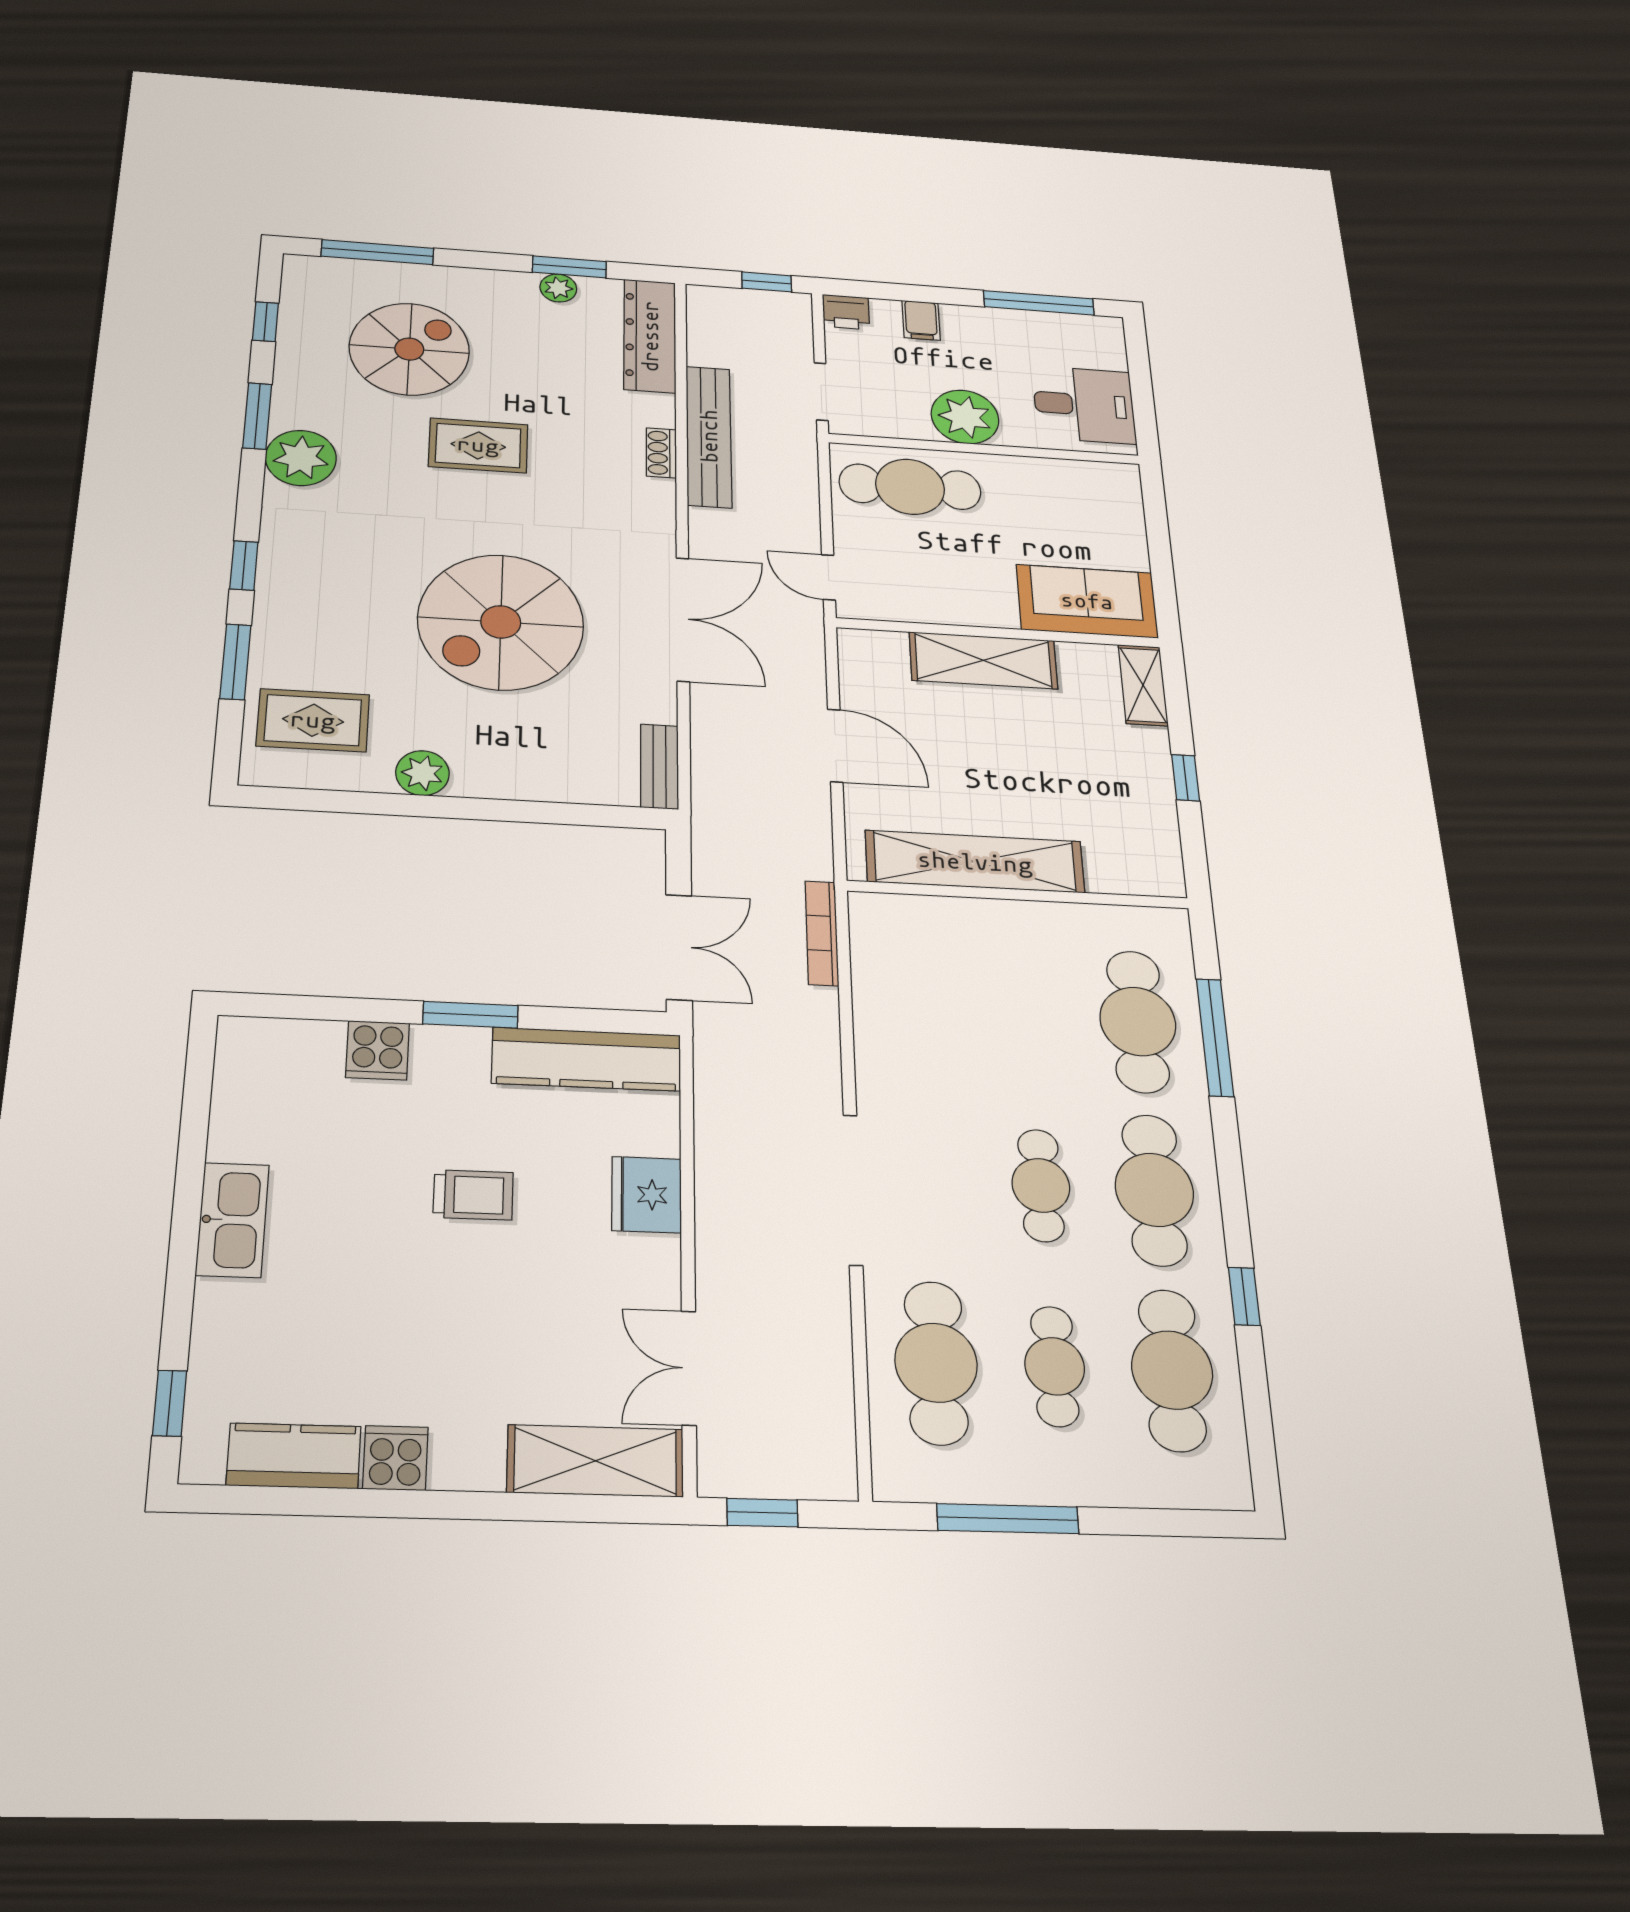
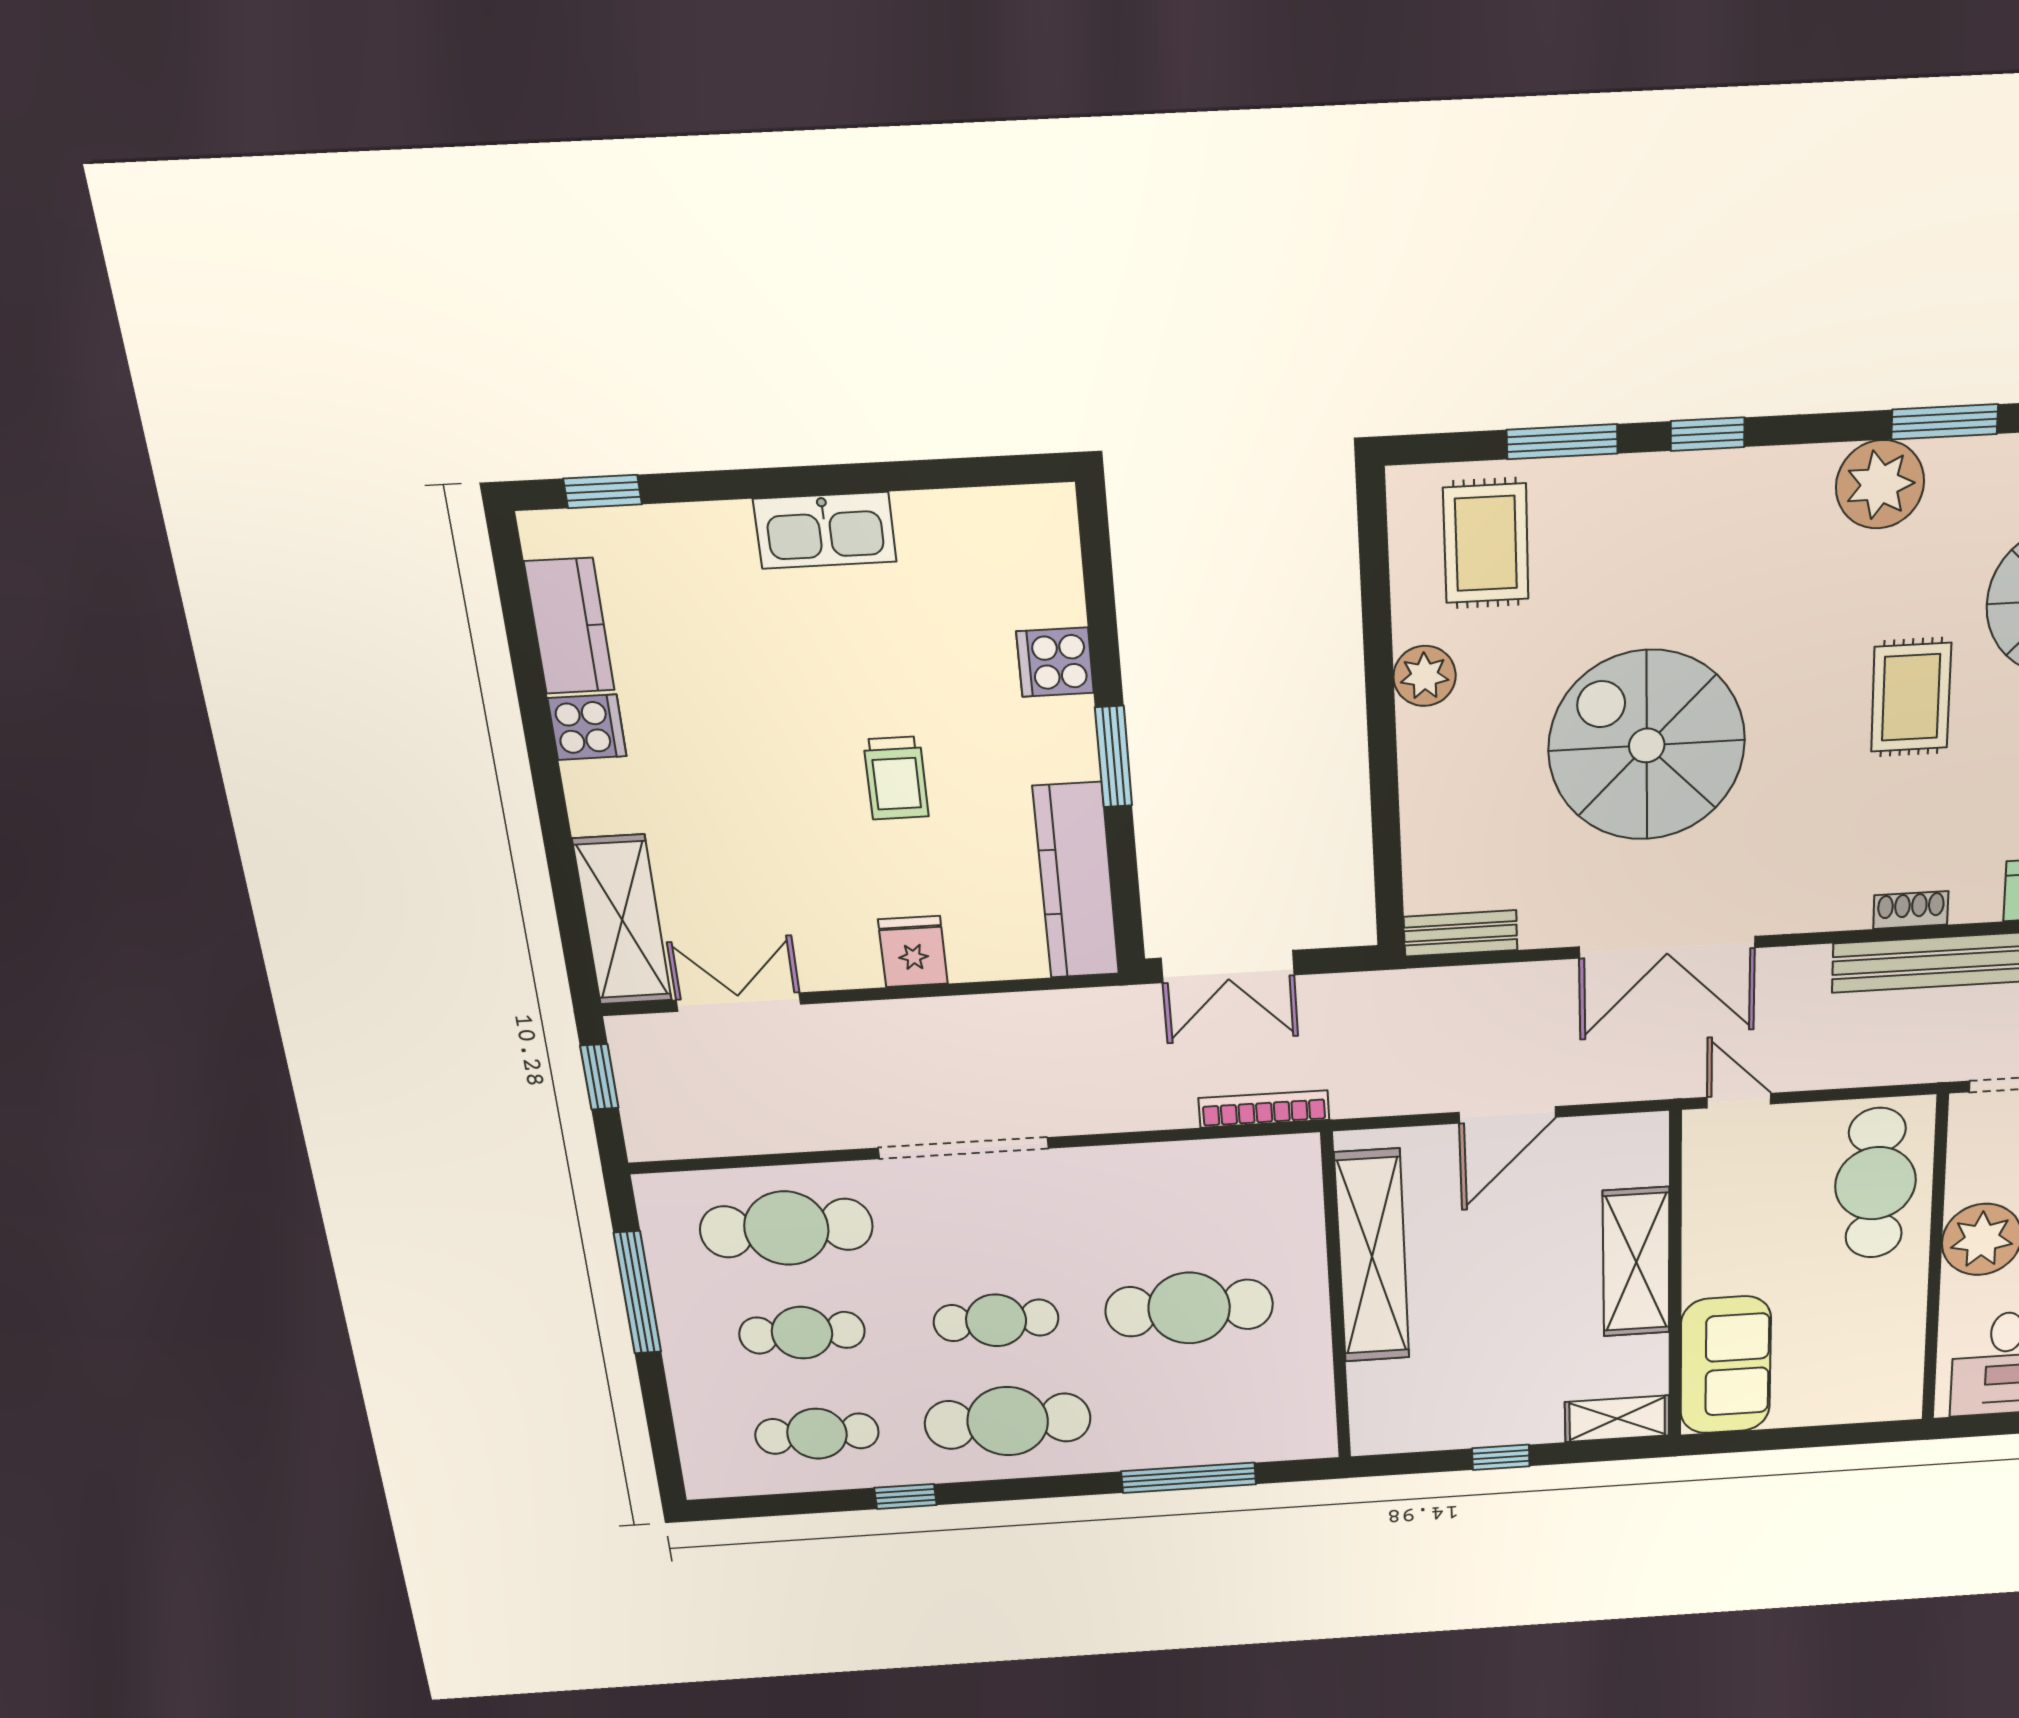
door: (829, 577) -> (1739, 1101), hinge flipped
cafe table: (1138, 1021) -> (1189, 1308), moved
fridge: (647, 1195) -> (913, 952), width x0.72
cafe table: (1172, 1370) -> (817, 1434), width x0.73, depth x0.74

